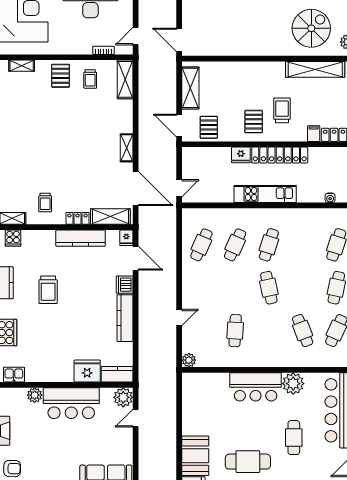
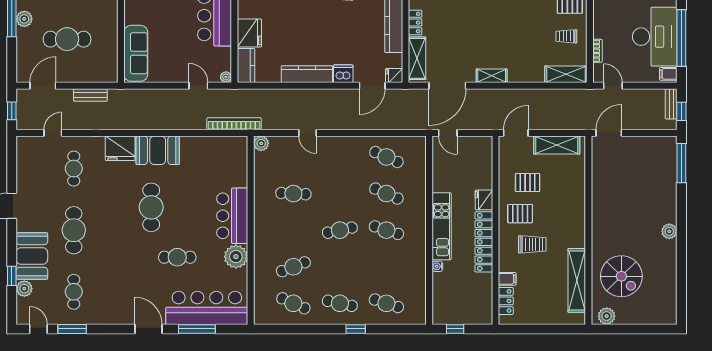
pallet: (209, 127) -> (528, 183), moved
water cooler: (330, 198) -> (437, 266), moved
bookcase: (171, 385) -> (234, 124), added
plant: (123, 397) -> (226, 77), width x0.53, depth x0.53

